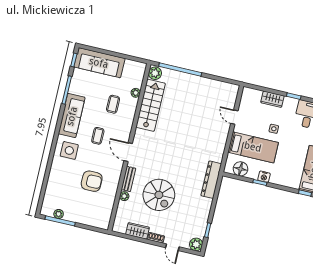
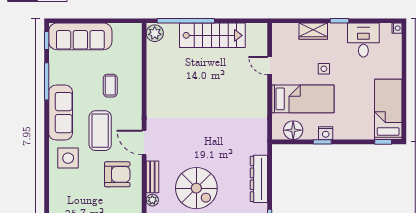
plant: (136, 93) -> (136, 64), removed
stairs: (151, 105) -> (212, 35), moved, turned 90
coffee table: (98, 136) -> (100, 131), width x1.86, depth x1.72
dresser: (211, 180) -> (259, 179), moved
armchair: (92, 181) -> (117, 174), moved

